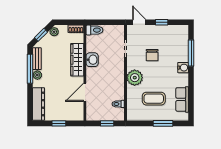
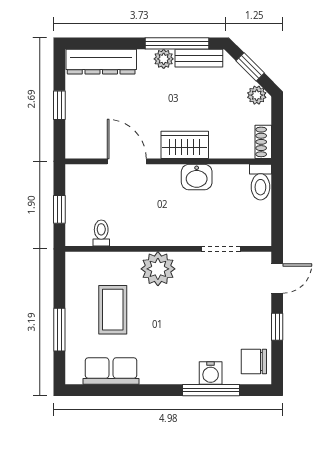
chair: (152, 55) -> (254, 362), moved
wardrobe: (77, 60) -> (185, 145), width x0.67
water cooler: (183, 68) -> (211, 373), moved

